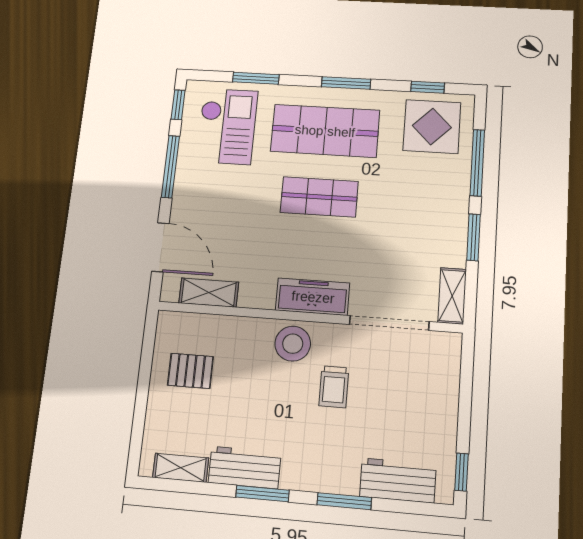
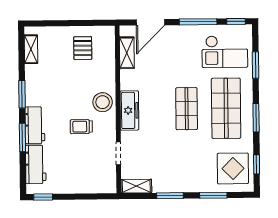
window: (477, 163) -> (213, 195), width x0.69
doorway: (389, 323) -> (118, 153), width x0.53
workbench: (245, 467) -> (35, 125), moved

